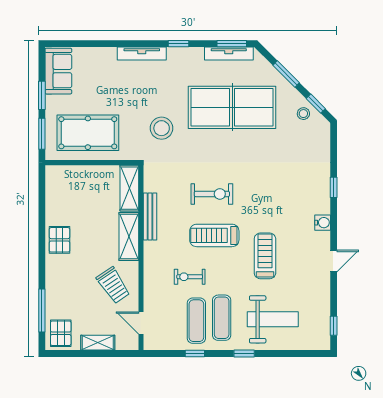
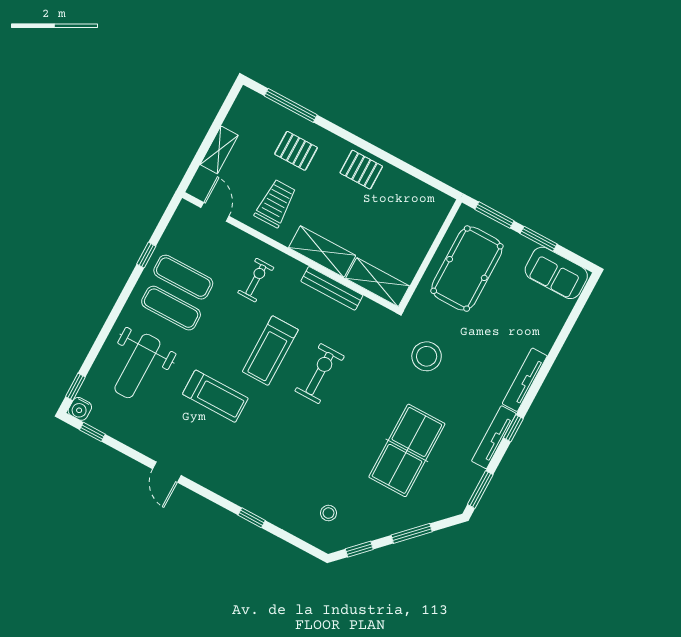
tv unit: (229, 54) -> (494, 437), moved
table tennis table: (232, 107) -> (407, 450), width x0.73, depth x0.76
stool: (303, 114) -> (329, 513), moved
exercise bike: (212, 194) -> (320, 374), turned 180
water cooler: (323, 223) -> (80, 409), moved
treadmill: (214, 235) -> (270, 351), turned 180
exercise bike: (190, 277) -> (256, 280), moved
trolley: (113, 285) -> (276, 203), turned 124
door: (141, 323) -> (215, 212), hinge flipped
pallet: (61, 333) -> (296, 151), moved
window: (244, 354) -> (75, 387), moved

